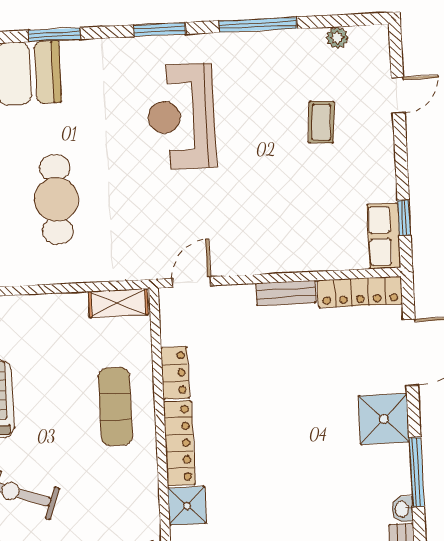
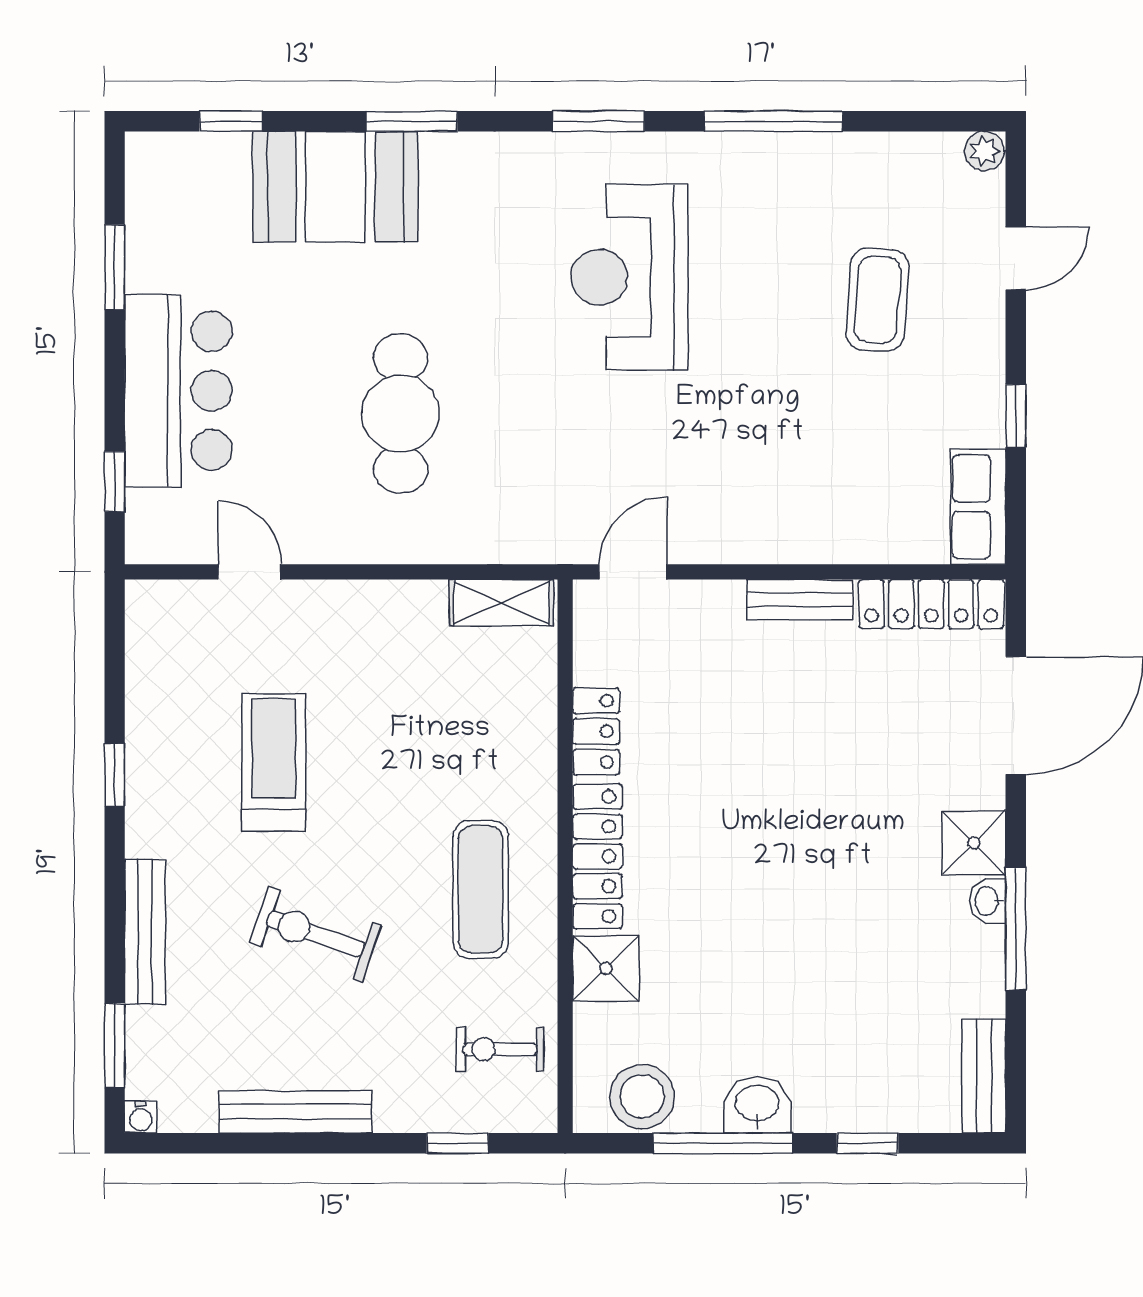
plant: (337, 38) -> (984, 151), moved
coffee table: (321, 122) -> (877, 300), width x1.36, depth x1.30
window: (404, 218) -> (1016, 416), moved
exercise mat: (115, 407) -> (481, 889), moved
shower: (384, 419) -> (974, 843), width x0.73, depth x0.73
washbasin: (402, 509) -> (988, 901), moved

